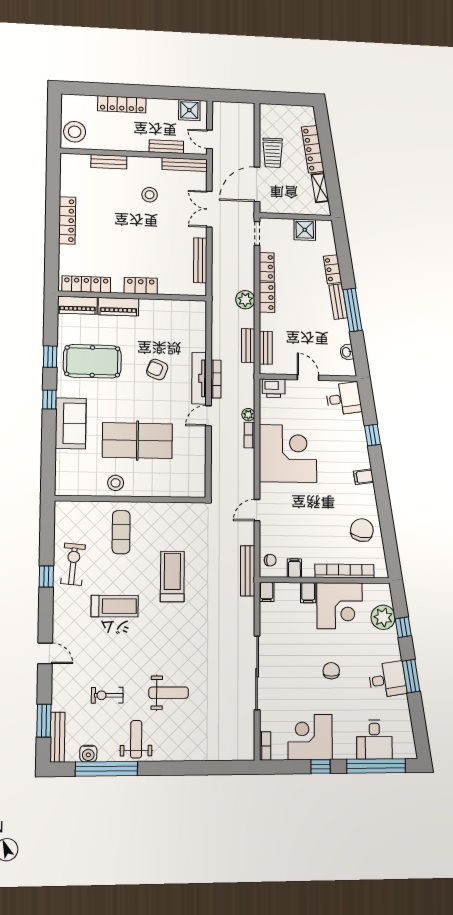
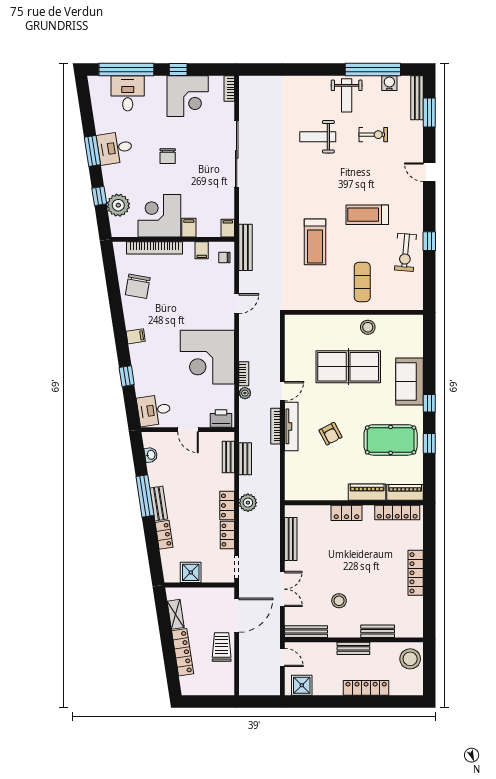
bench: (166, 147) -> (353, 648), moved
armchair: (157, 370) -> (330, 434), turned 40

